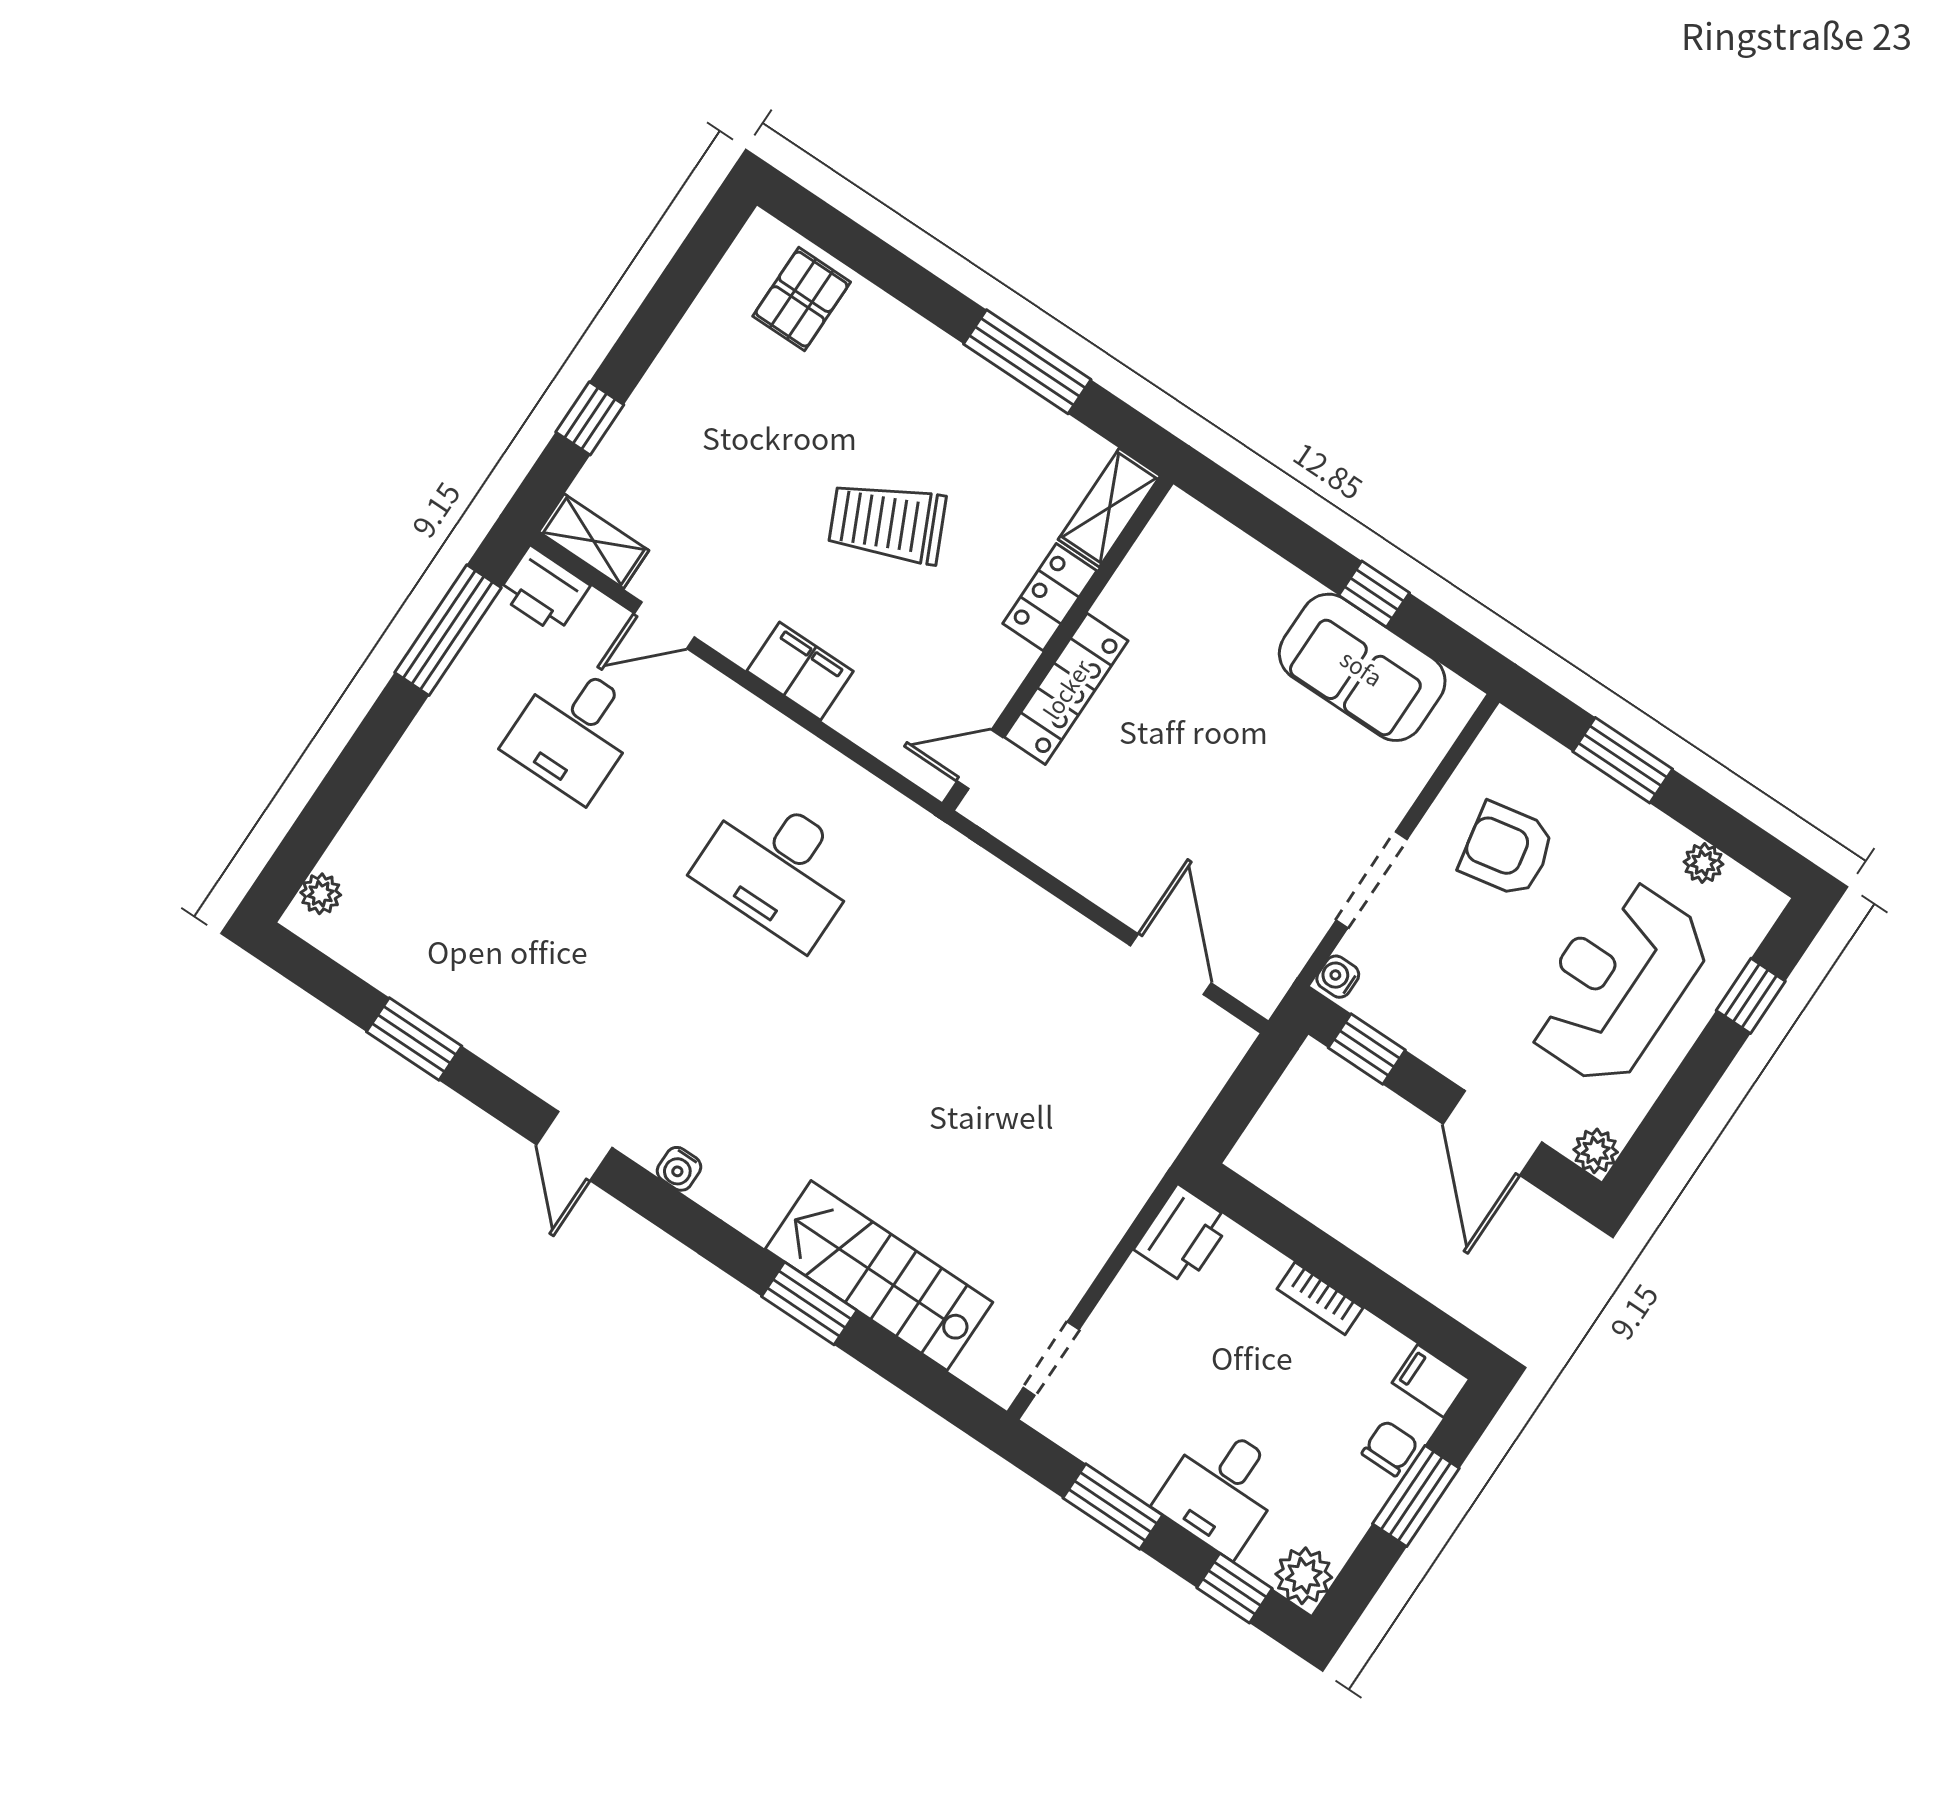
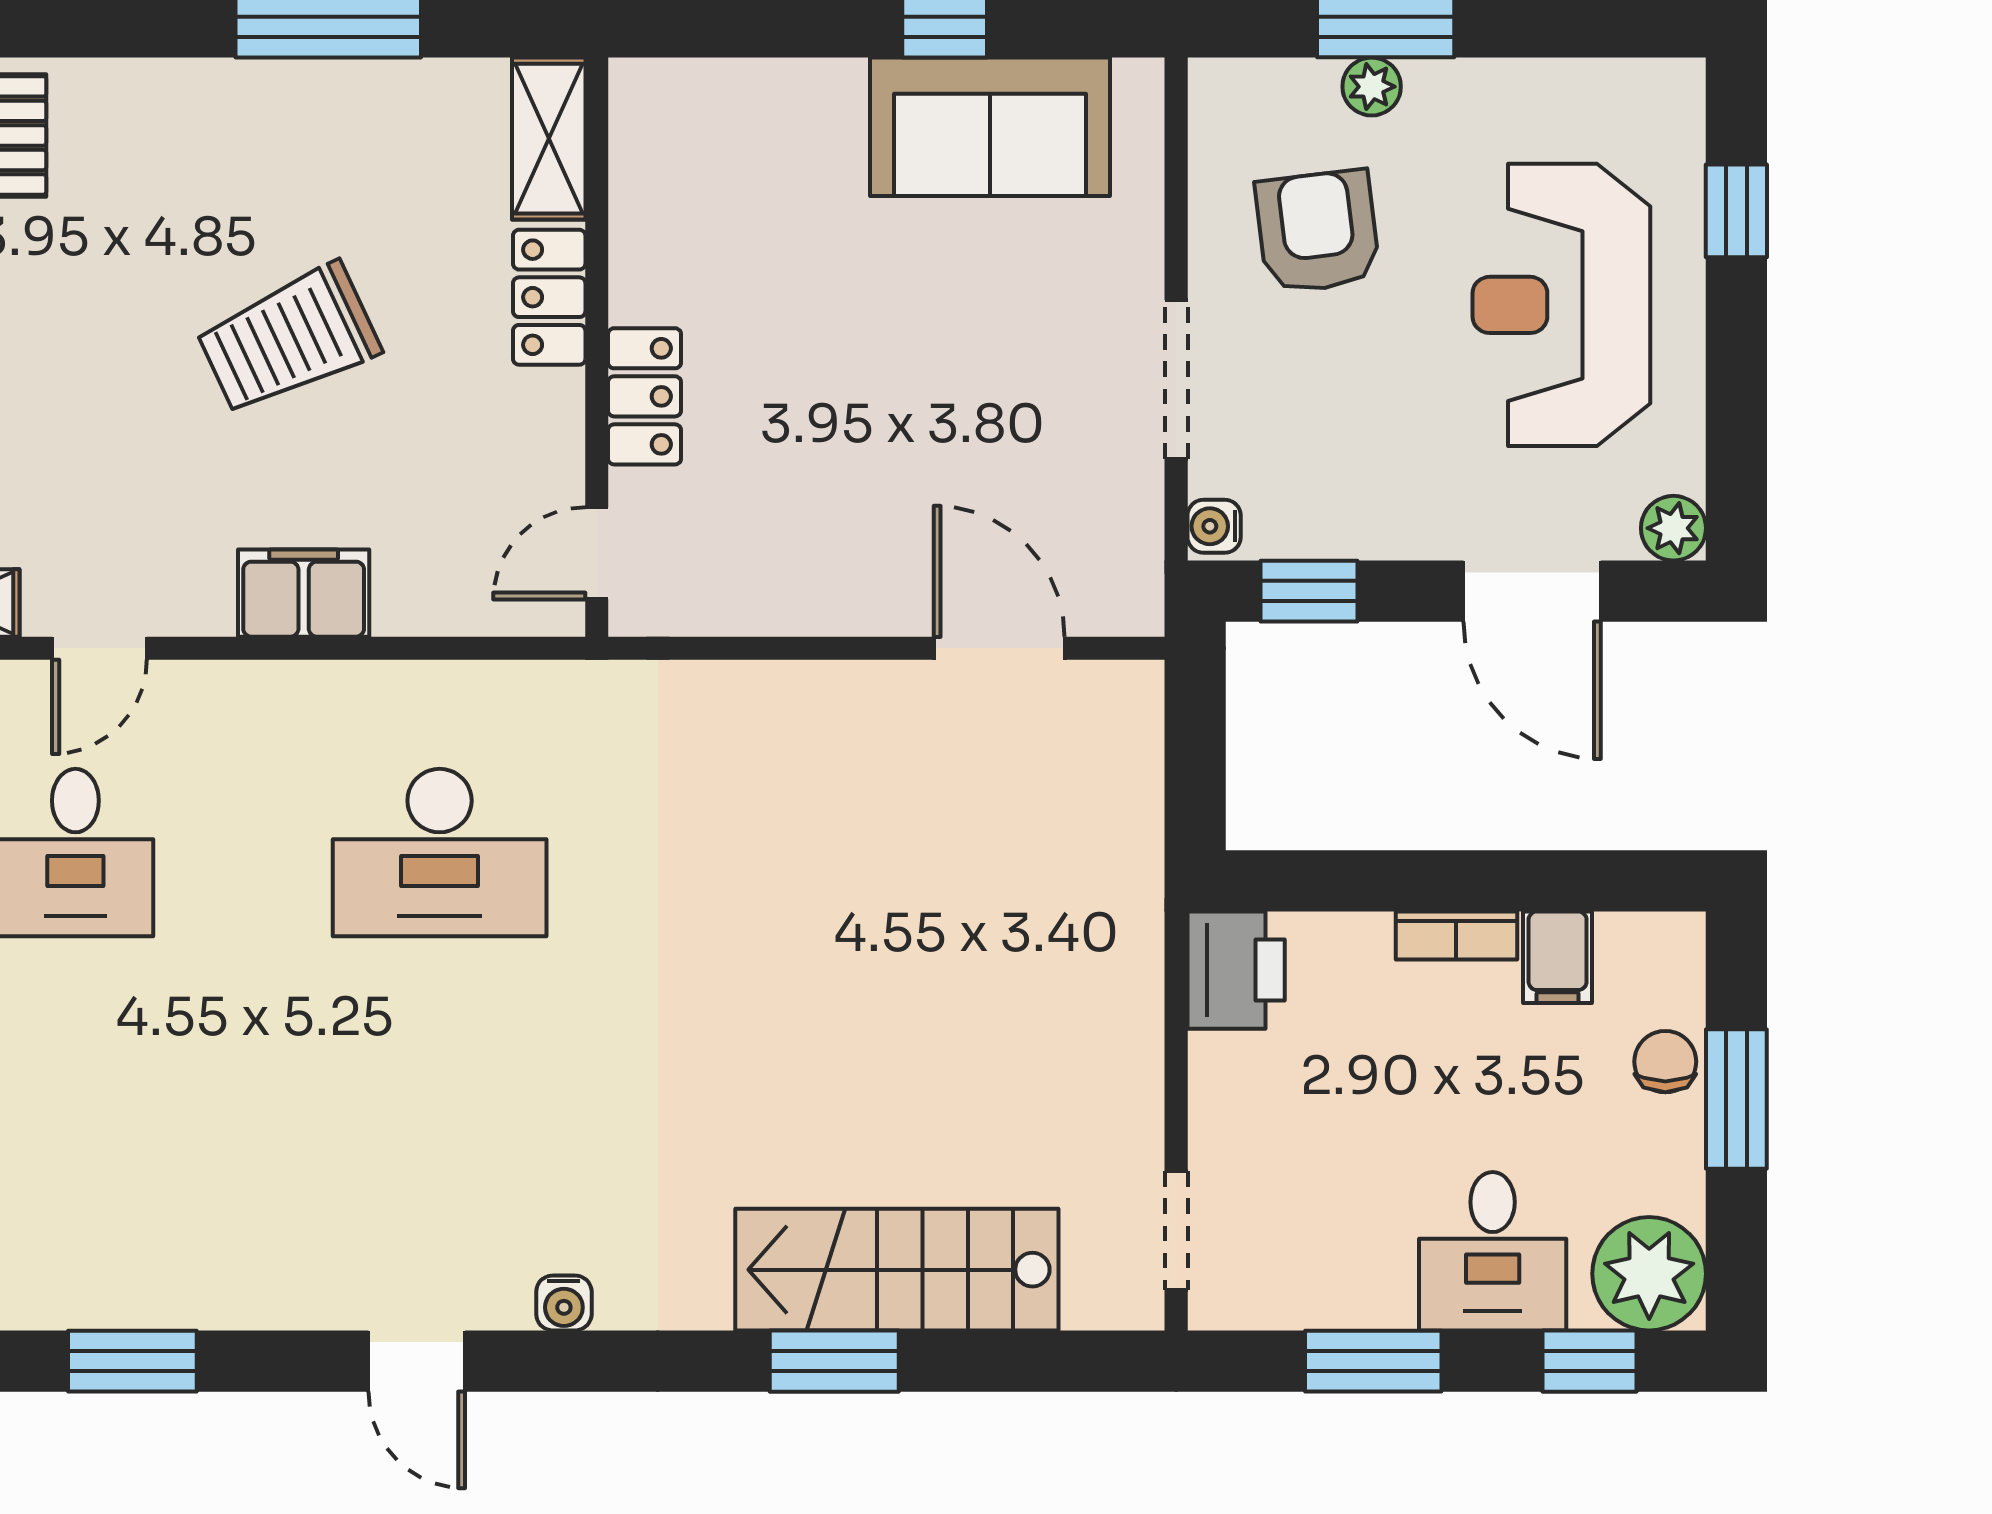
locker: (1066, 689) -> (645, 396), width x0.66
armchair: (1507, 850) -> (1318, 232), turned 94
plant: (1703, 863) -> (1372, 87), moved
filing cabinet: (1431, 1381) -> (1558, 957), moved, turned -90
plant: (1304, 1576) -> (1649, 1274), width x1.36, depth x1.36

